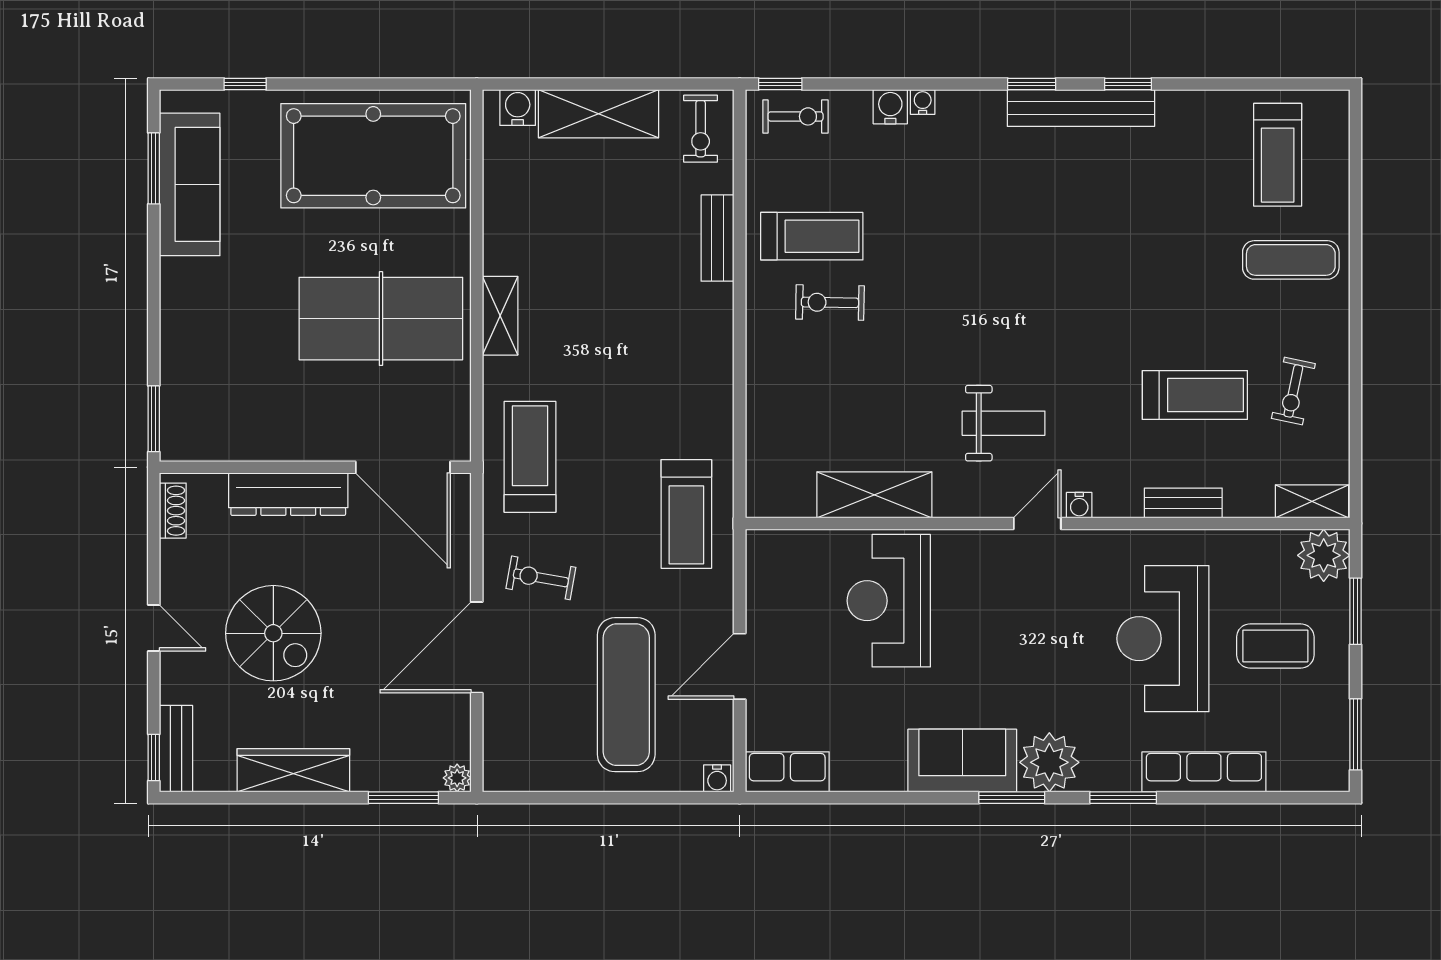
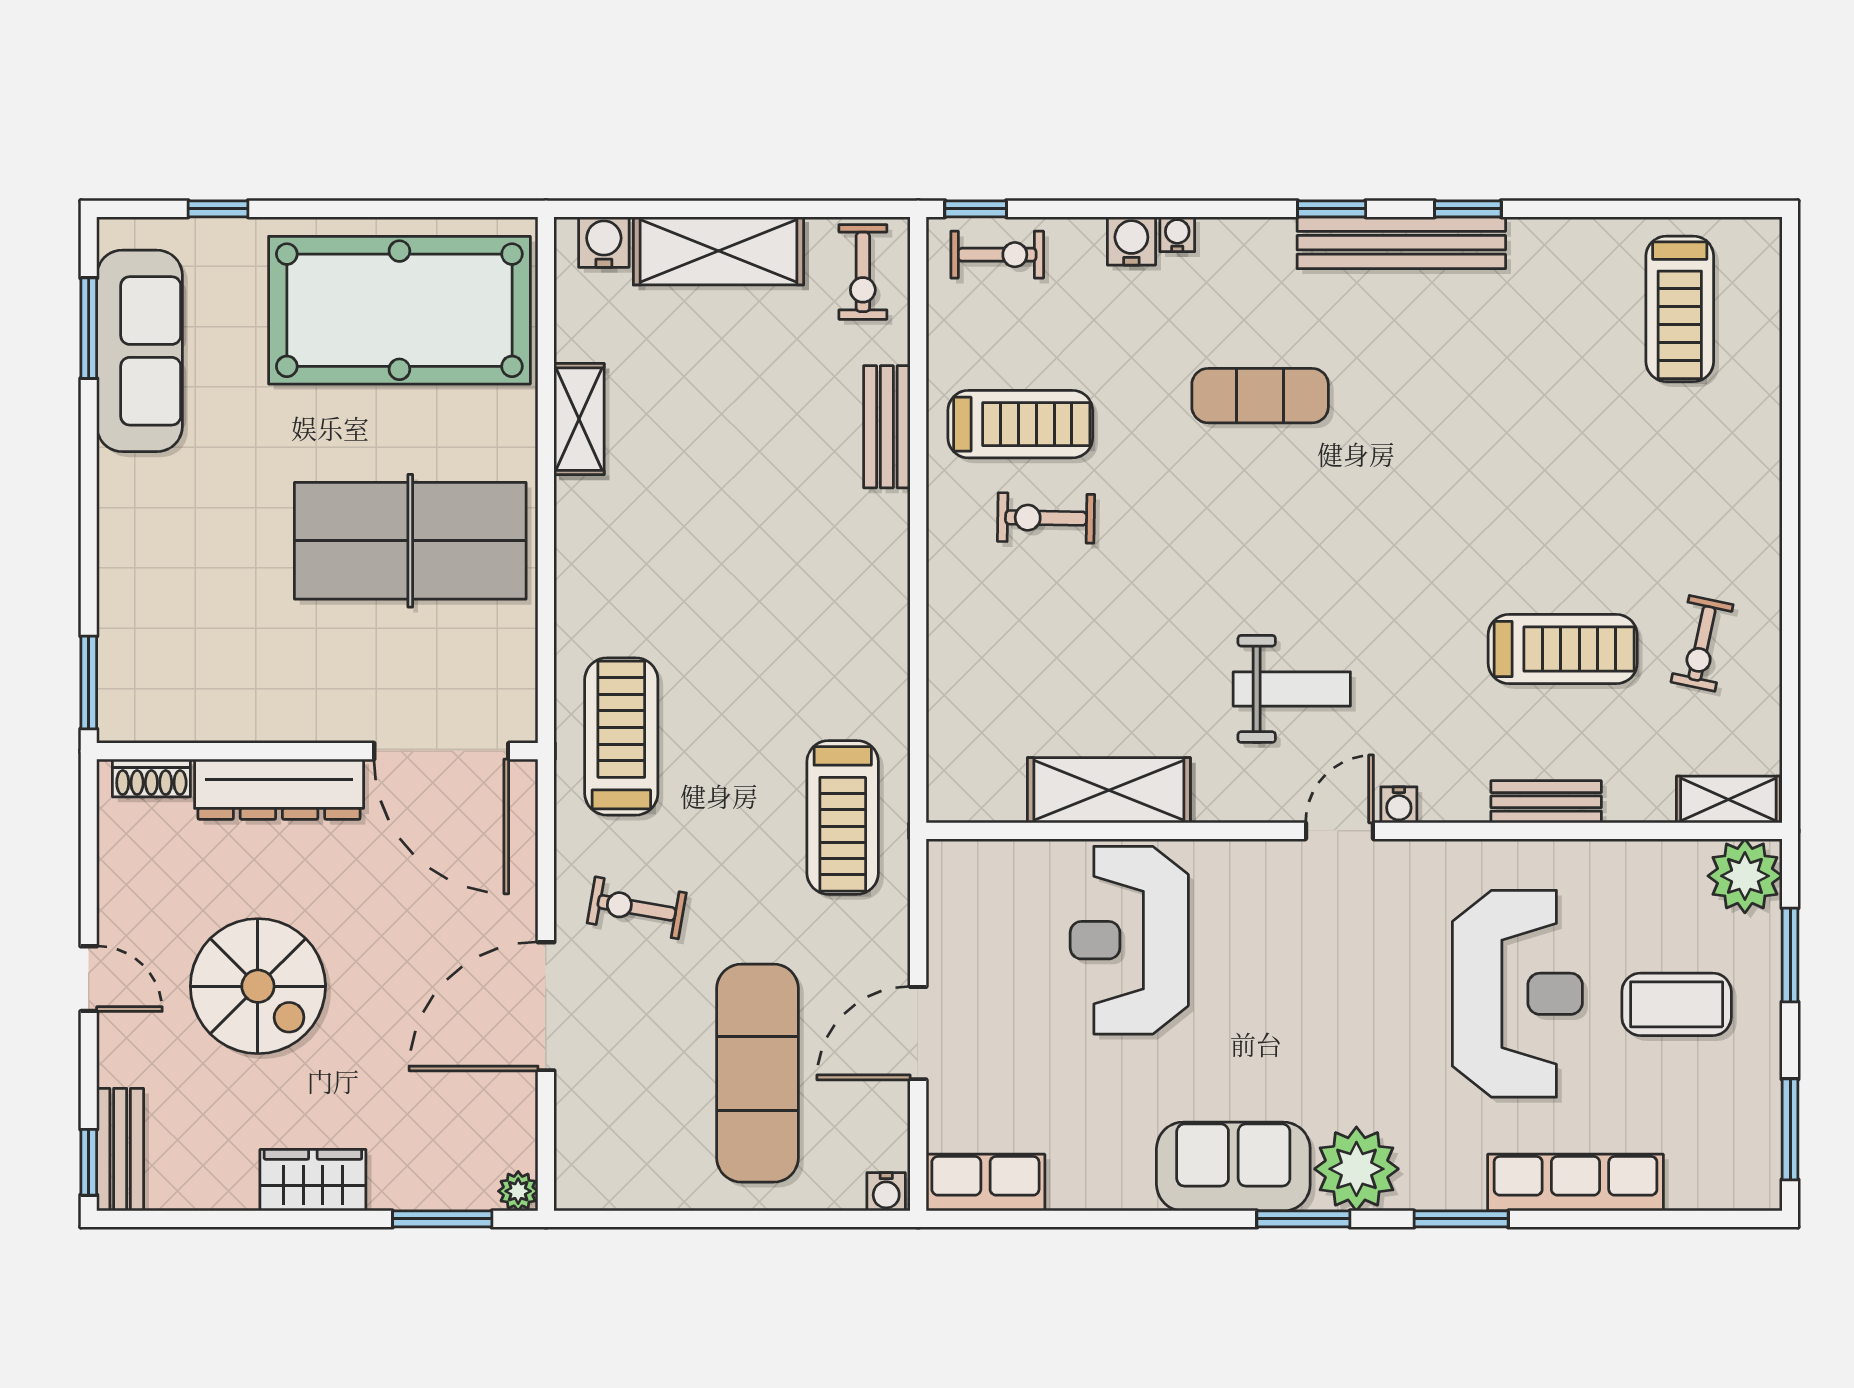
exercise mat: (1291, 260) -> (1260, 396), moved
shelving: (500, 316) -> (579, 419), moved
shoe rack: (173, 511) -> (151, 778), moved, turned 90
reception desk: (1163, 639) -> (1517, 994), turned 180
wardrobe: (293, 770) -> (313, 1180), width x0.67

